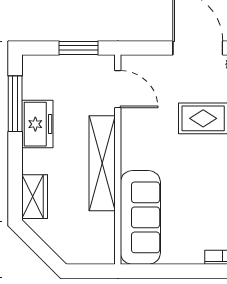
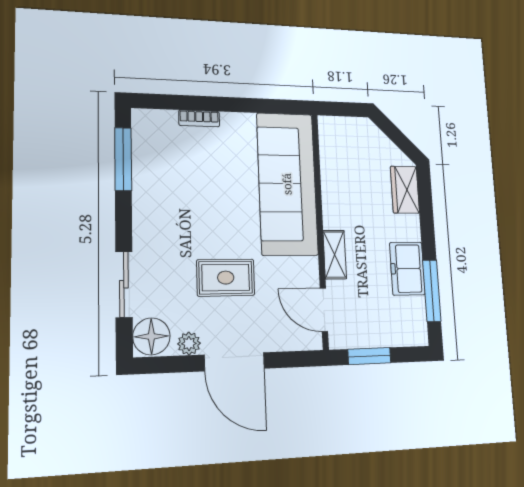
shelving: (102, 163) -> (335, 255), width x0.45, depth x0.75
sofa: (140, 217) -> (287, 184), width x1.36, depth x1.27

